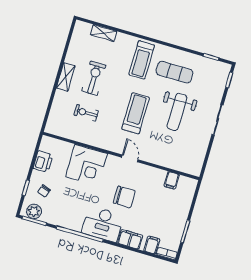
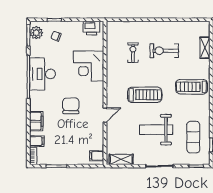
exercise mat: (175, 72) -> (193, 137), moved
shelving: (66, 77) -> (121, 159), moved
exercise bike: (94, 78) -> (164, 51), turned 180
door: (130, 158) -> (105, 115), moved
printer: (43, 162) -> (91, 28), moved
filing cabinet: (172, 180) -> (97, 156), moved
chair: (124, 197) -> (71, 106), turned 180
desk: (103, 224) -> (42, 74), moved

